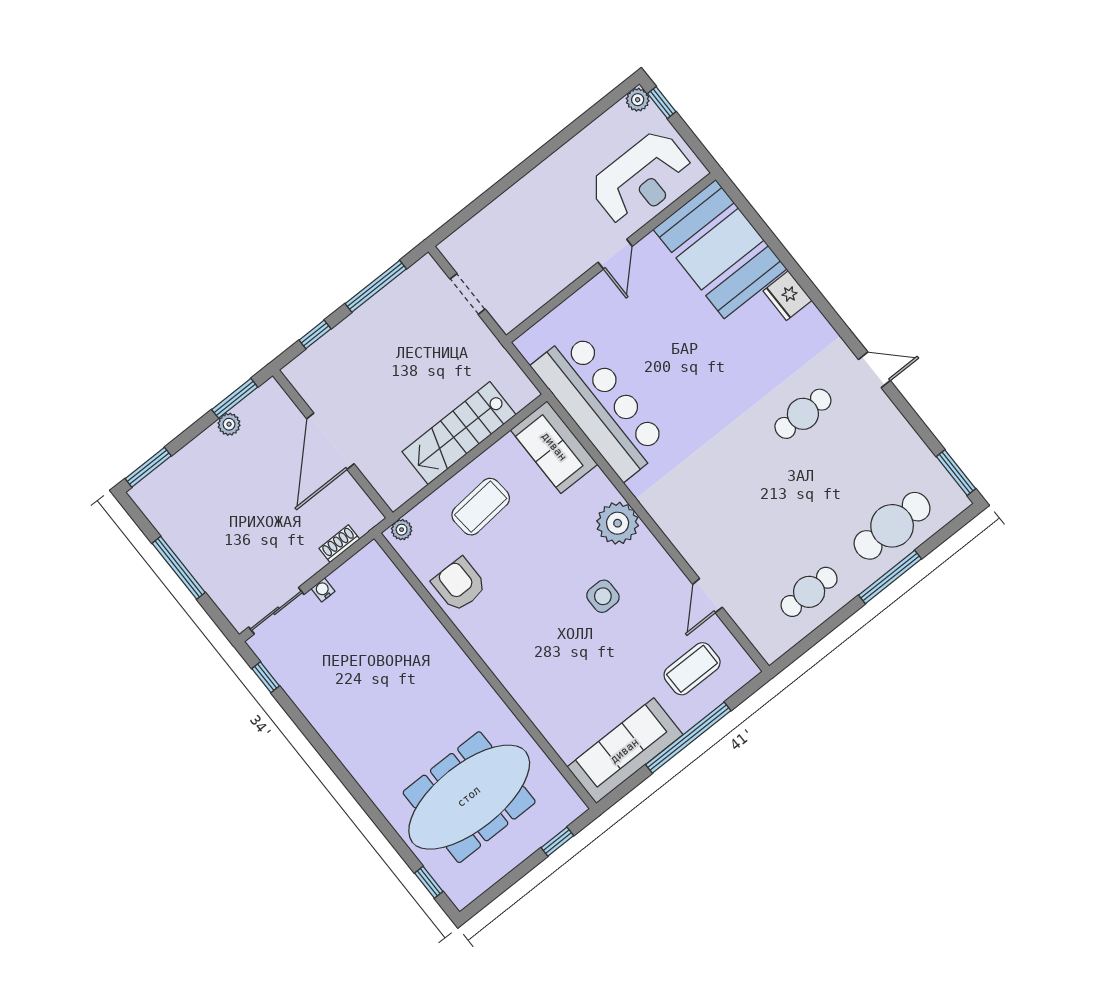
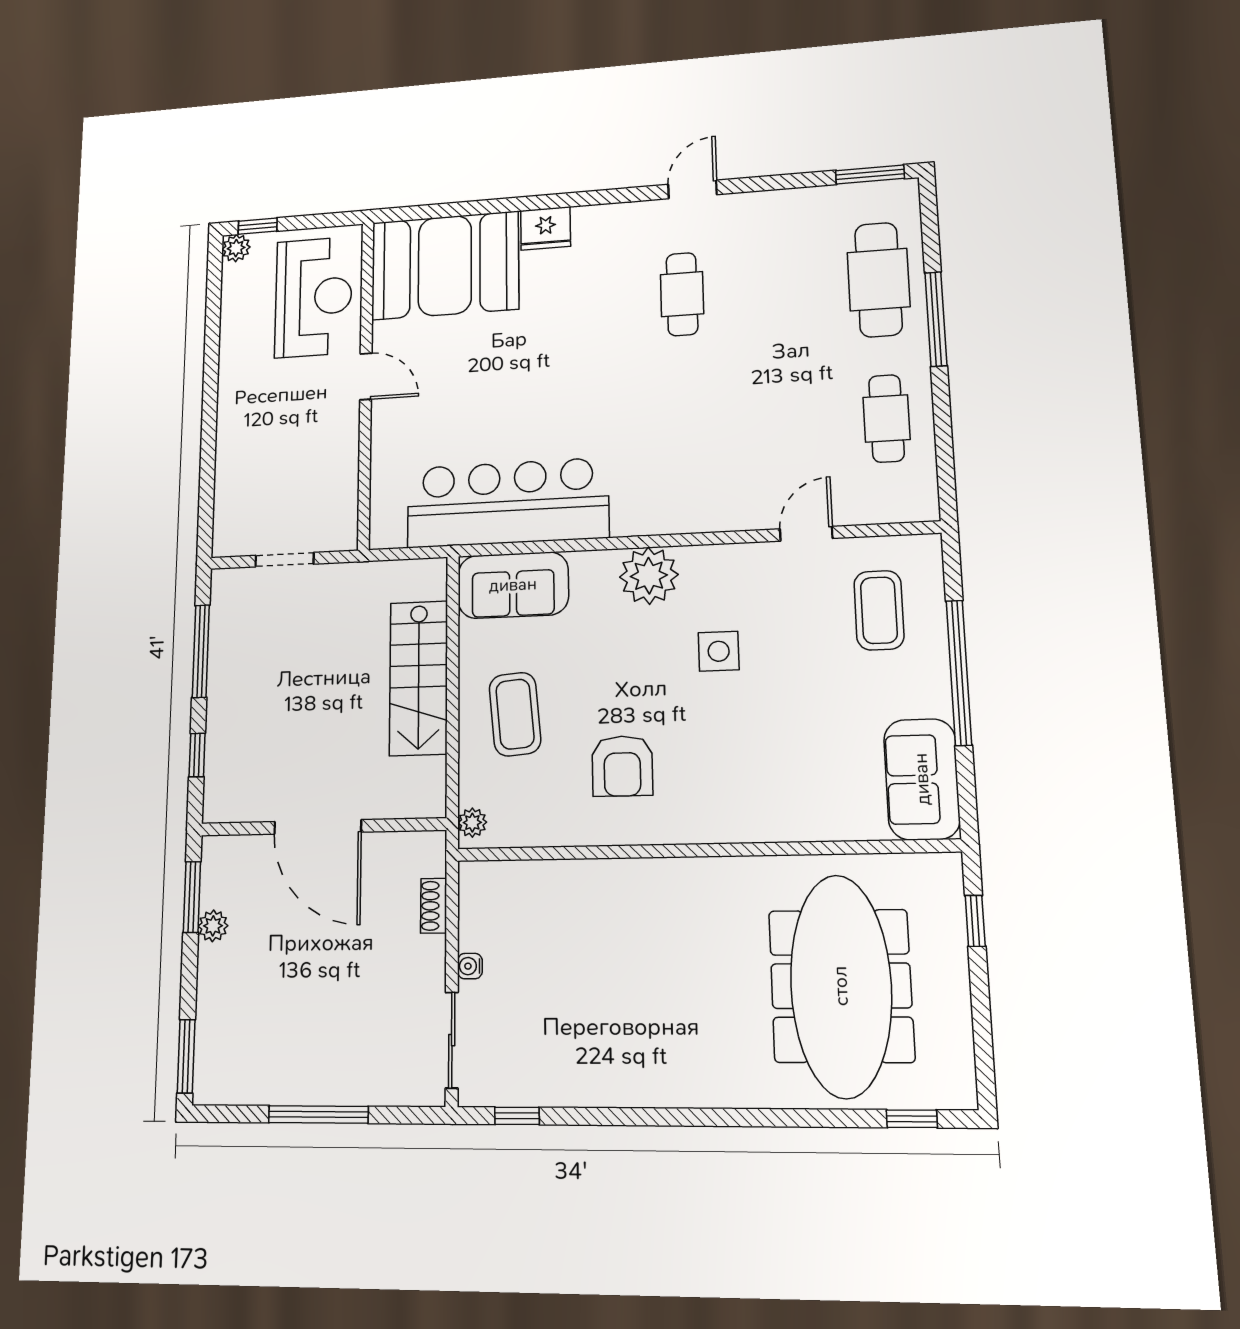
armchair: (459, 585) -> (622, 766), moved, turned -90
door: (707, 596) -> (806, 534), swing flipped
sofa: (625, 751) -> (922, 779), width x0.73

